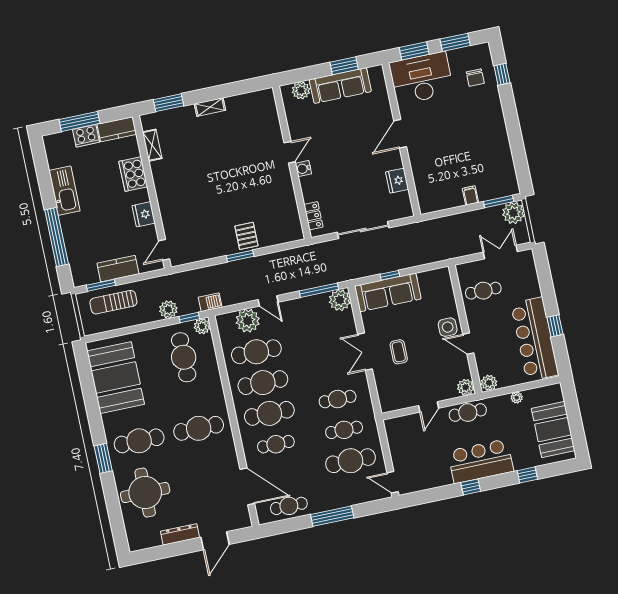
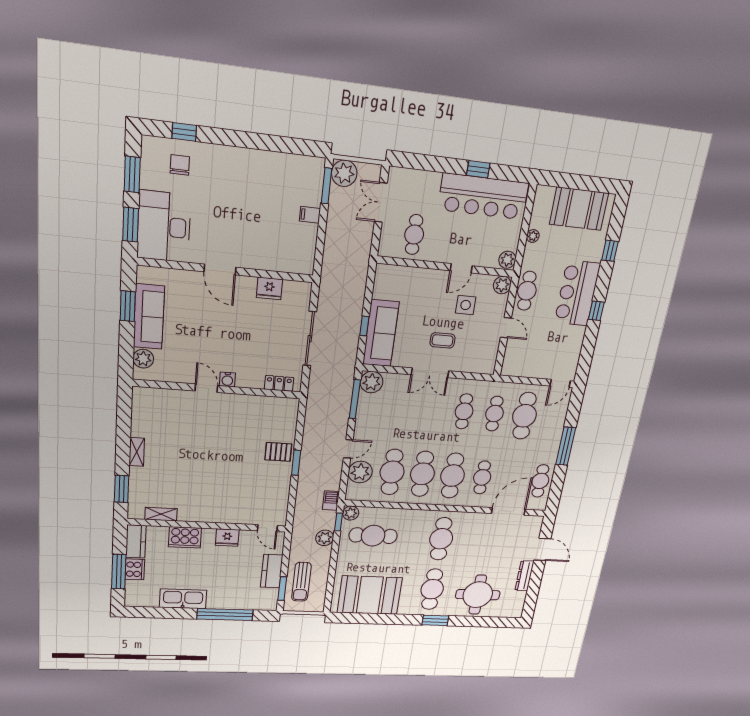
chair: (475, 78) -> (180, 165), turned -90
side table: (448, 327) -> (466, 305), moved

